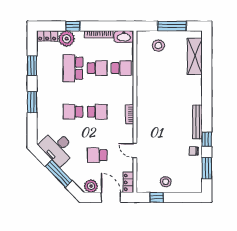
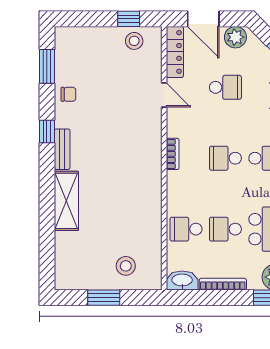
window: (172, 26) -> (104, 298), width x0.69
shelving: (195, 56) -> (66, 201), moved
bench: (197, 122) -> (62, 149), width x0.73
window: (207, 139) -> (47, 132), moved
locker: (128, 182) -> (175, 52), width x1.53
stool: (166, 182) -> (134, 41), moved

